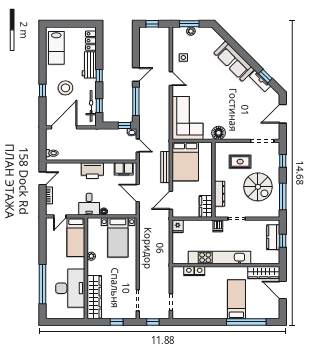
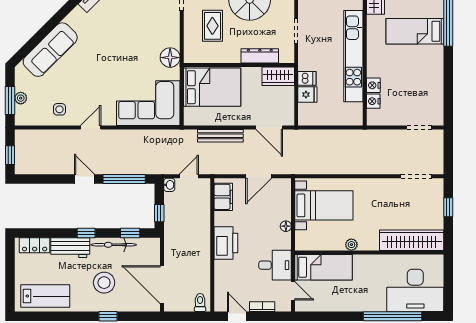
sofa: (234, 61) -> (50, 50), moved
bicycle: (91, 106) -> (114, 245), moved
window: (124, 125) -> (159, 213), moved
bed: (185, 161) -> (212, 87), moved
desk: (89, 204) -> (275, 265), moved
fridge: (178, 226) -> (307, 95), moved
dishwasher: (218, 226) -> (307, 78), moved
desk: (70, 288) -> (415, 290), moved, turned 180
window: (153, 322) -> (448, 154), removed

